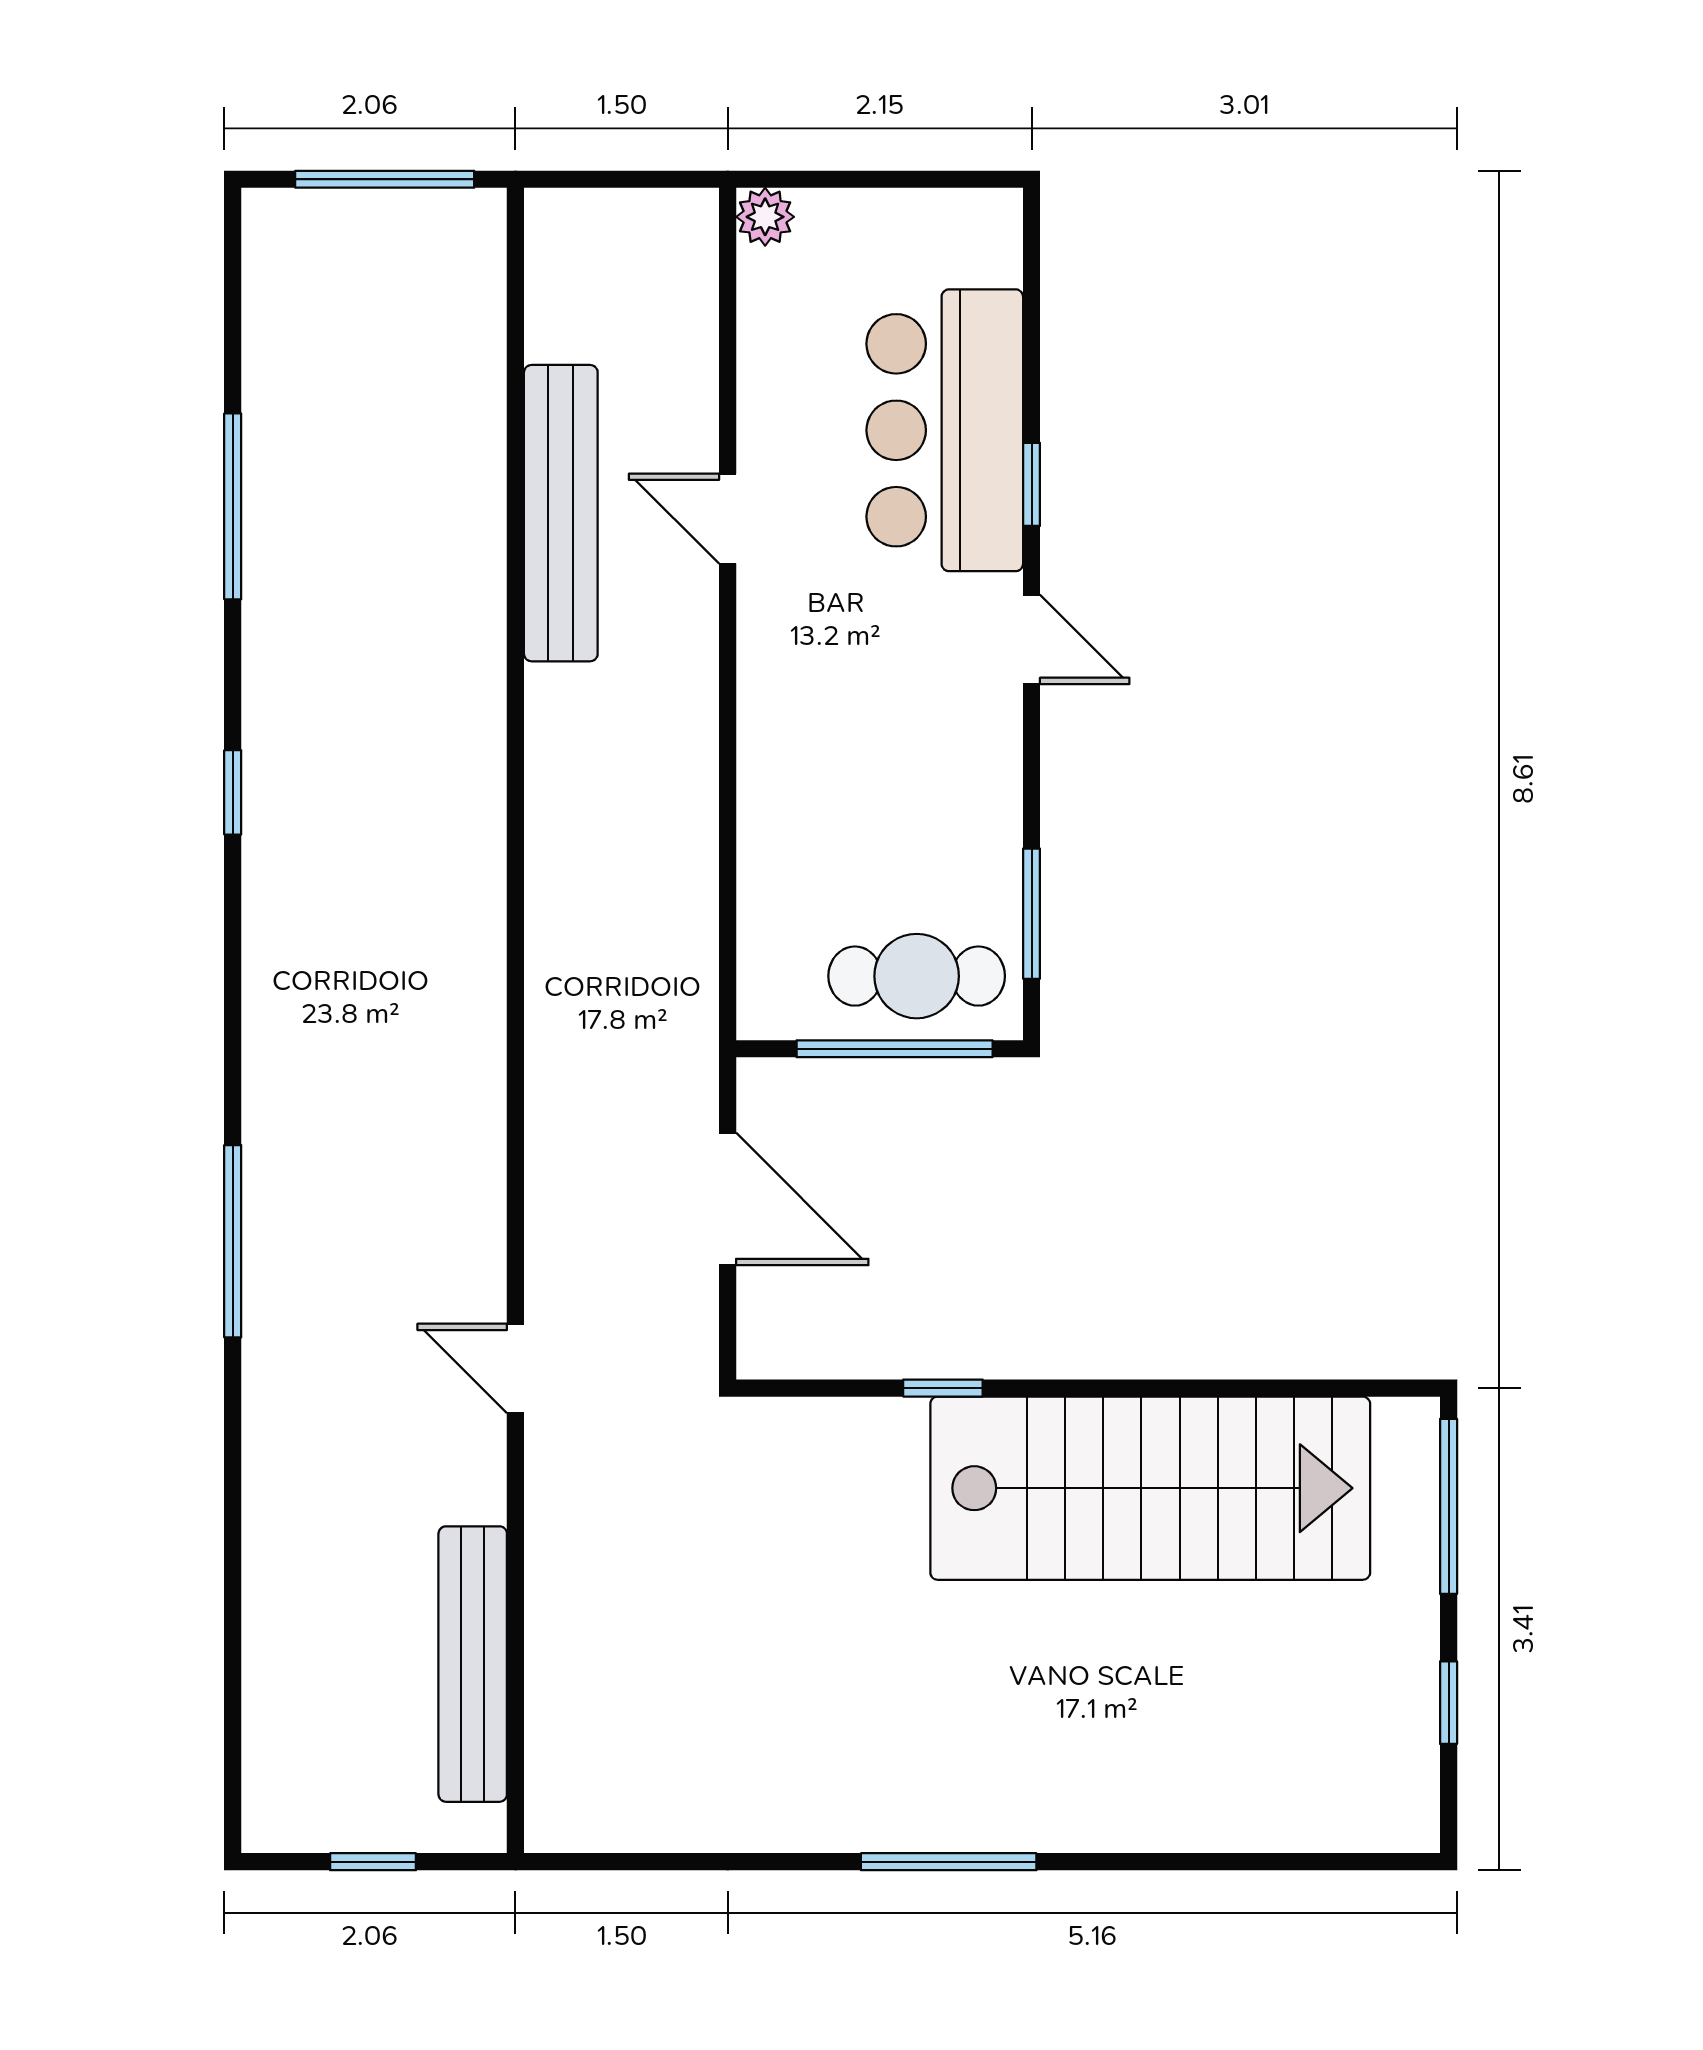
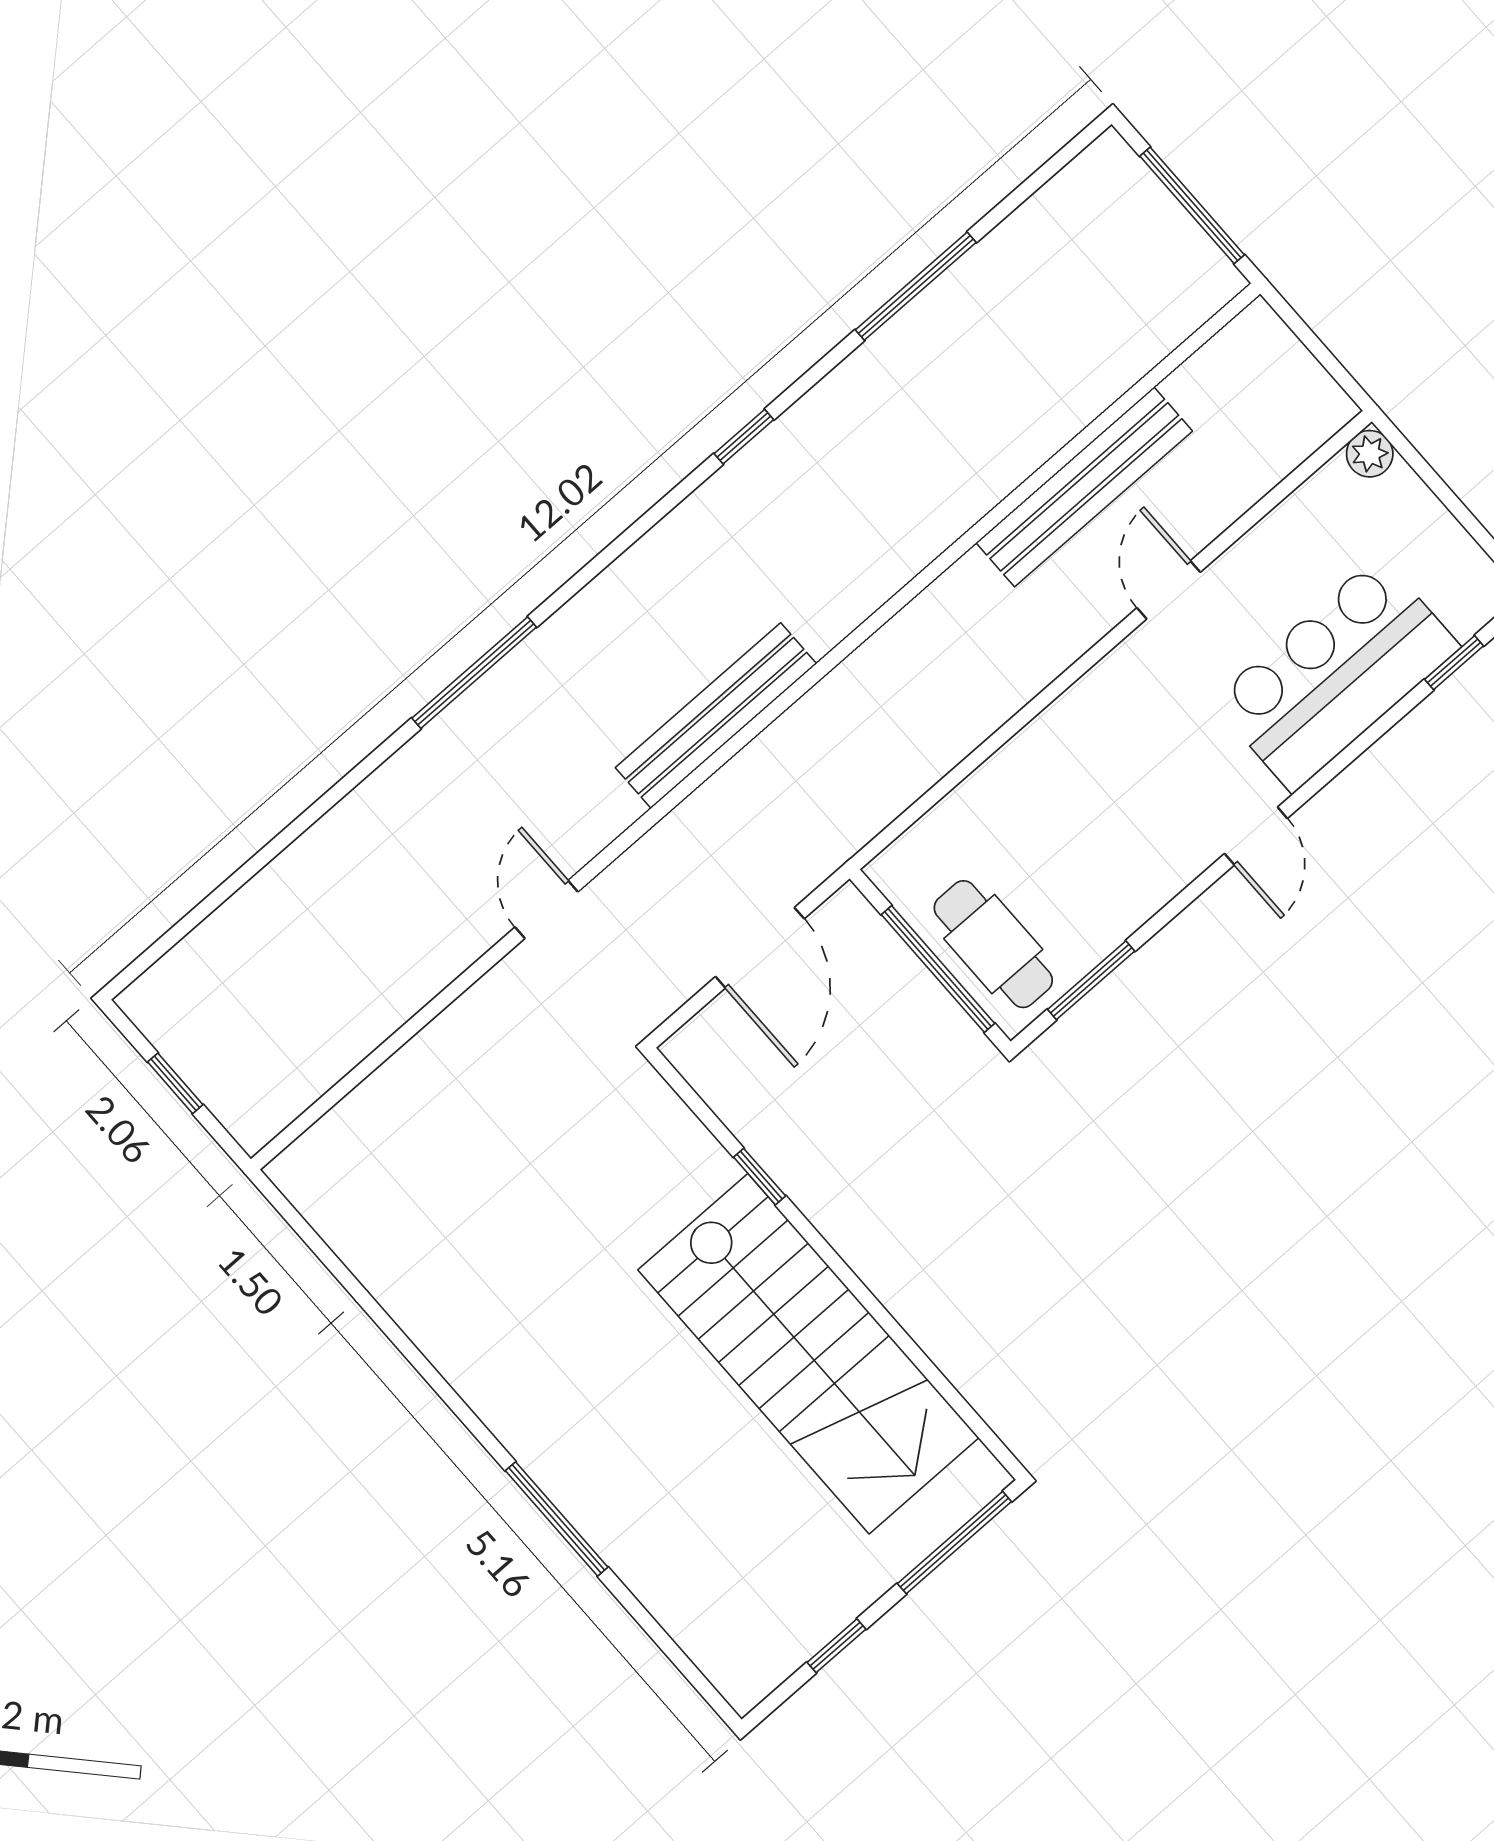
window: (1032, 484) -> (1454, 663), moved
bench: (473, 1664) -> (716, 716), moved
window: (949, 1862) -> (557, 1519), moved

